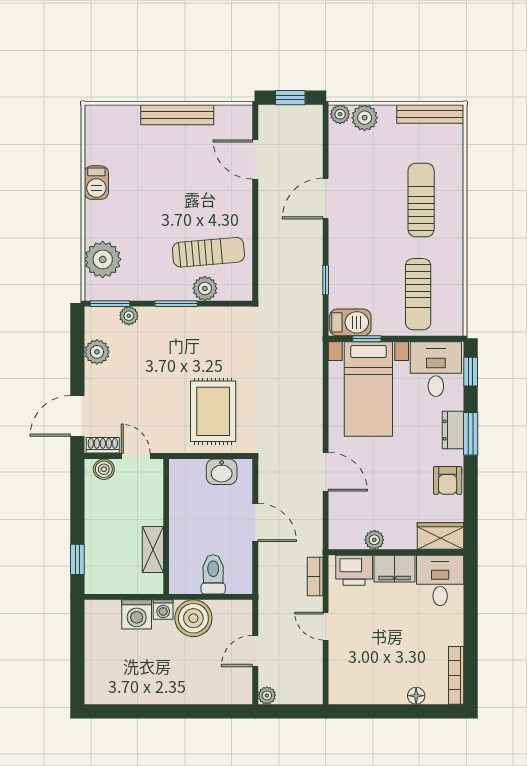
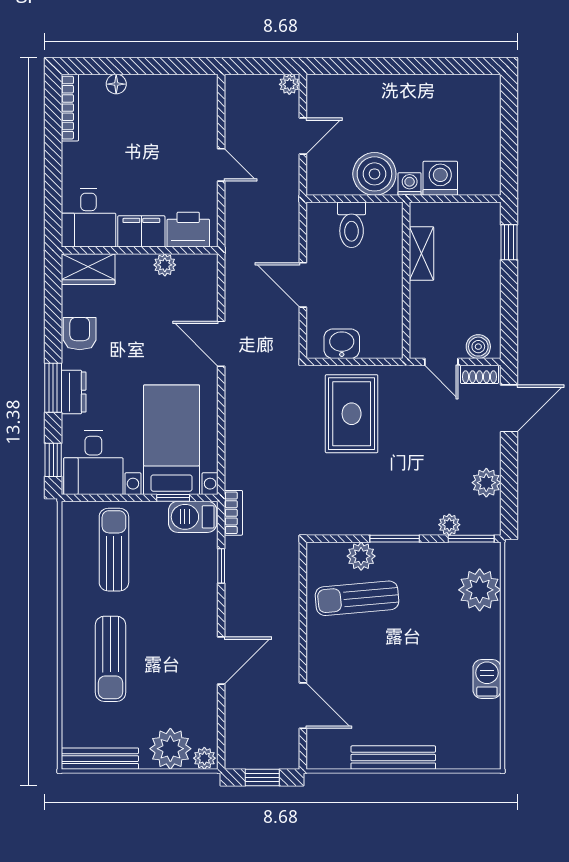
plant: (365, 118) -> (170, 749), width x1.36, depth x1.36
bookcase: (315, 577) -> (233, 513), moved

